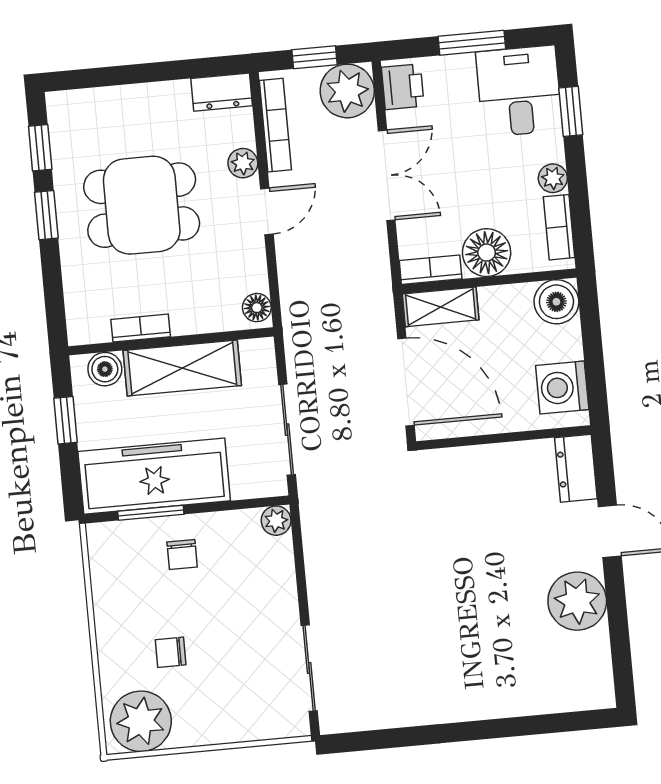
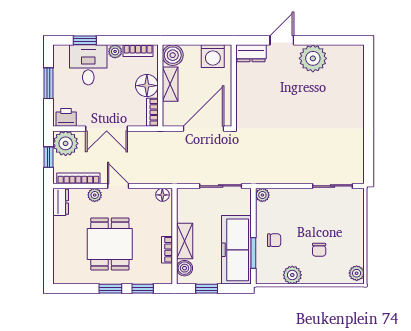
desk: (519, 91) -> (88, 65), moved, turned 90
window: (40, 148) -> (143, 289), moved
double door: (387, 175) -> (107, 129), swing flipped
shelving: (441, 307) -> (170, 84), moved
shelving: (182, 368) -> (185, 241), width x0.67, depth x0.75
plant: (112, 600) -> (292, 275), added
plant: (141, 721) -> (357, 273), width x0.53, depth x0.53

